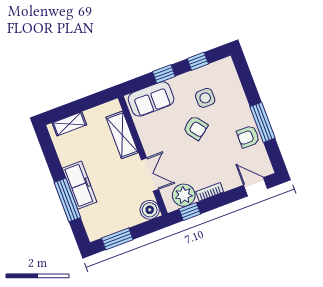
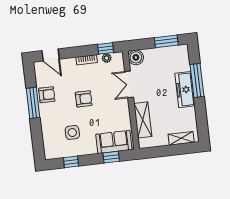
window: (164, 74) -> (111, 157), moved
armchair: (195, 128) -> (84, 99), moved, turned 127
plant: (184, 195) -> (107, 58), width x0.53, depth x0.53

